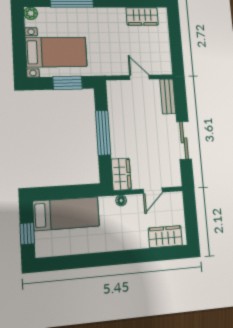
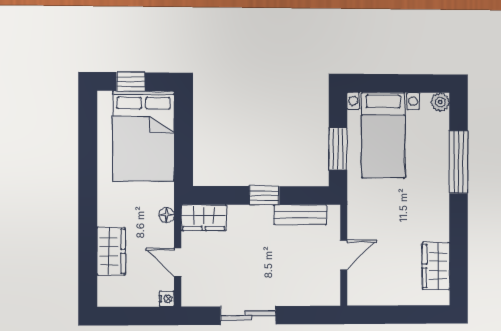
bench: (168, 96) -> (300, 215), moved
window: (103, 133) -> (264, 195), width x0.46
nightstand: (178, 197) -> (167, 299), added
bed: (66, 214) -> (144, 136), width x1.50
wardrobe: (165, 237) -> (111, 251), moved

